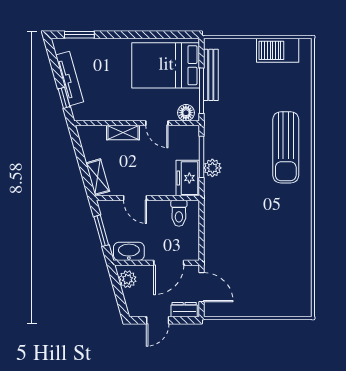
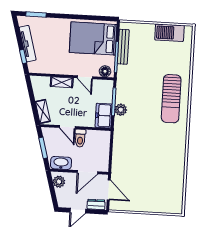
toilet: (179, 213) -> (80, 138), moved

